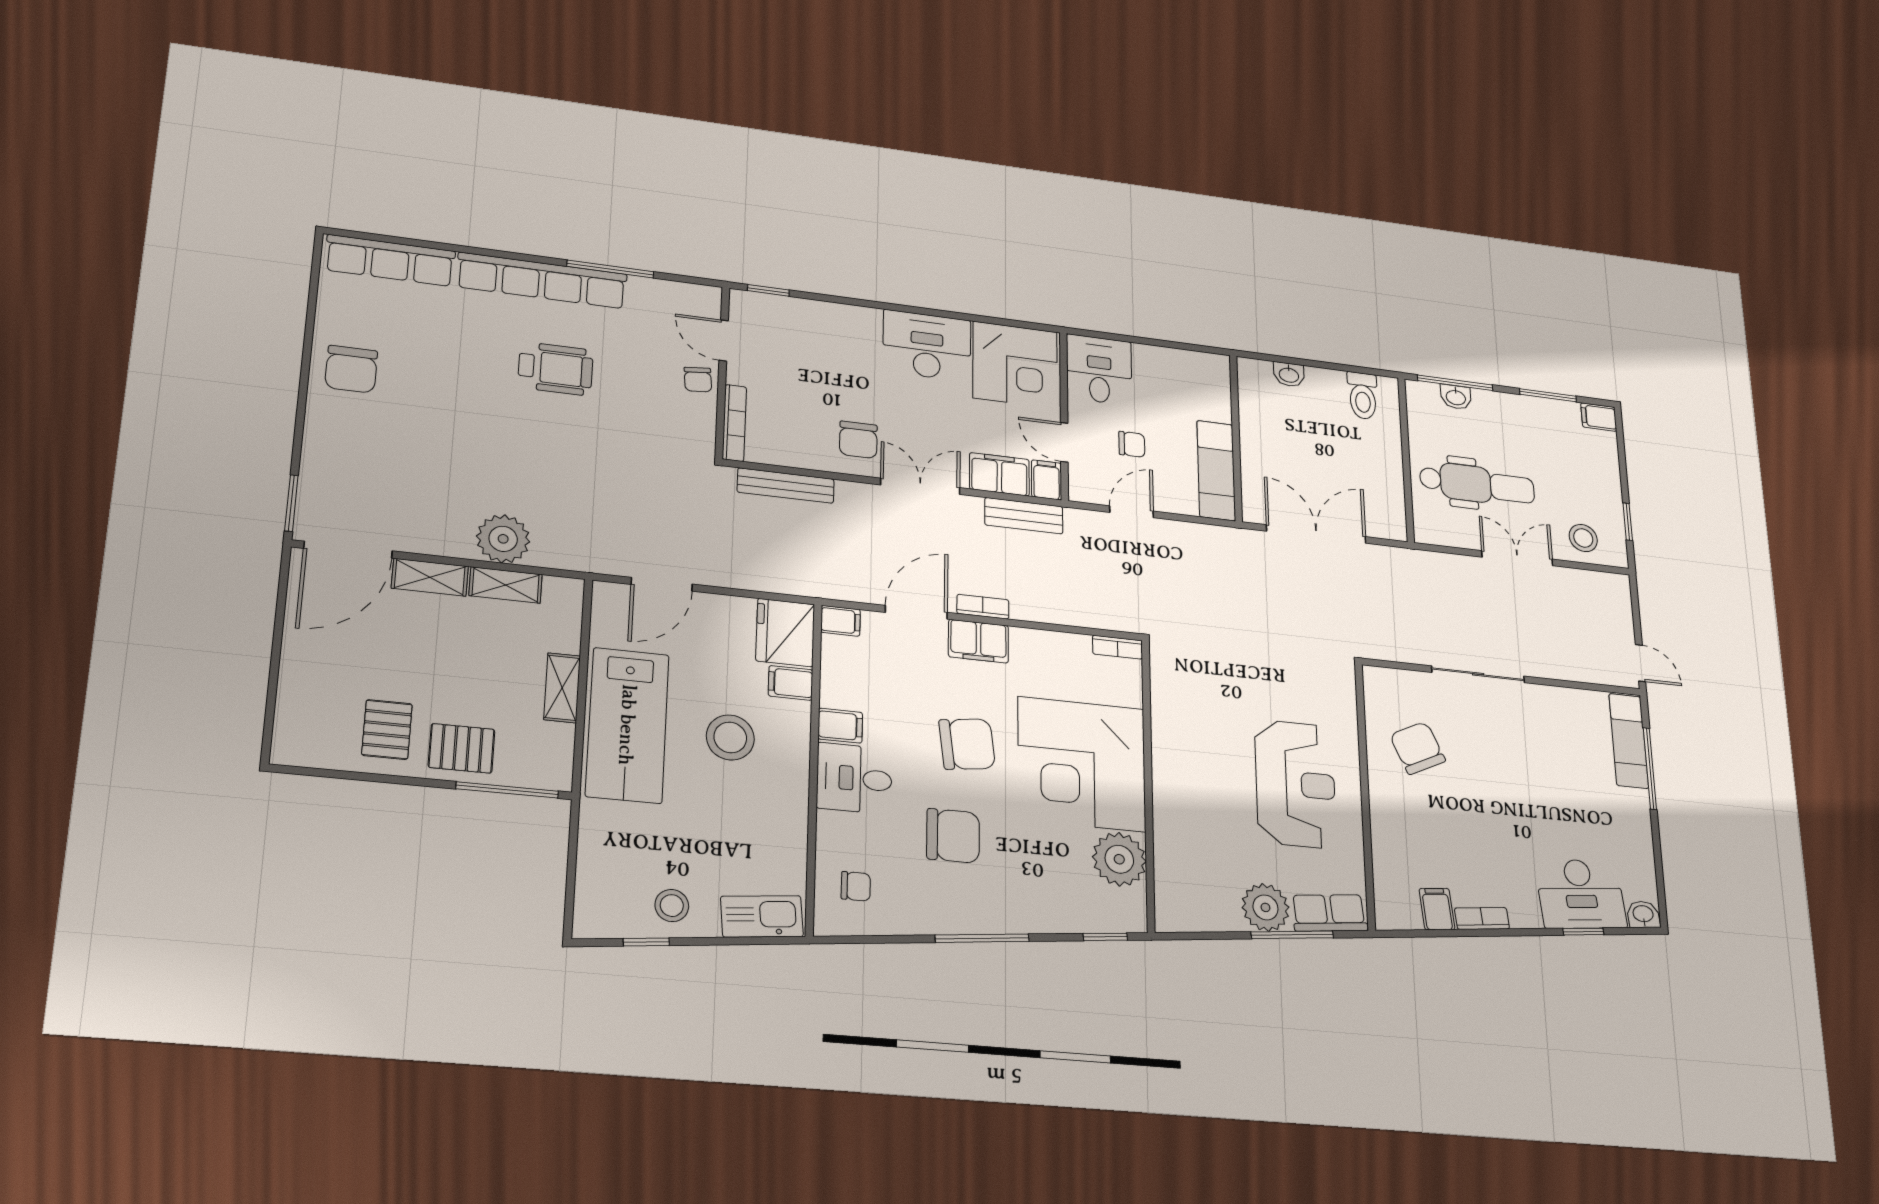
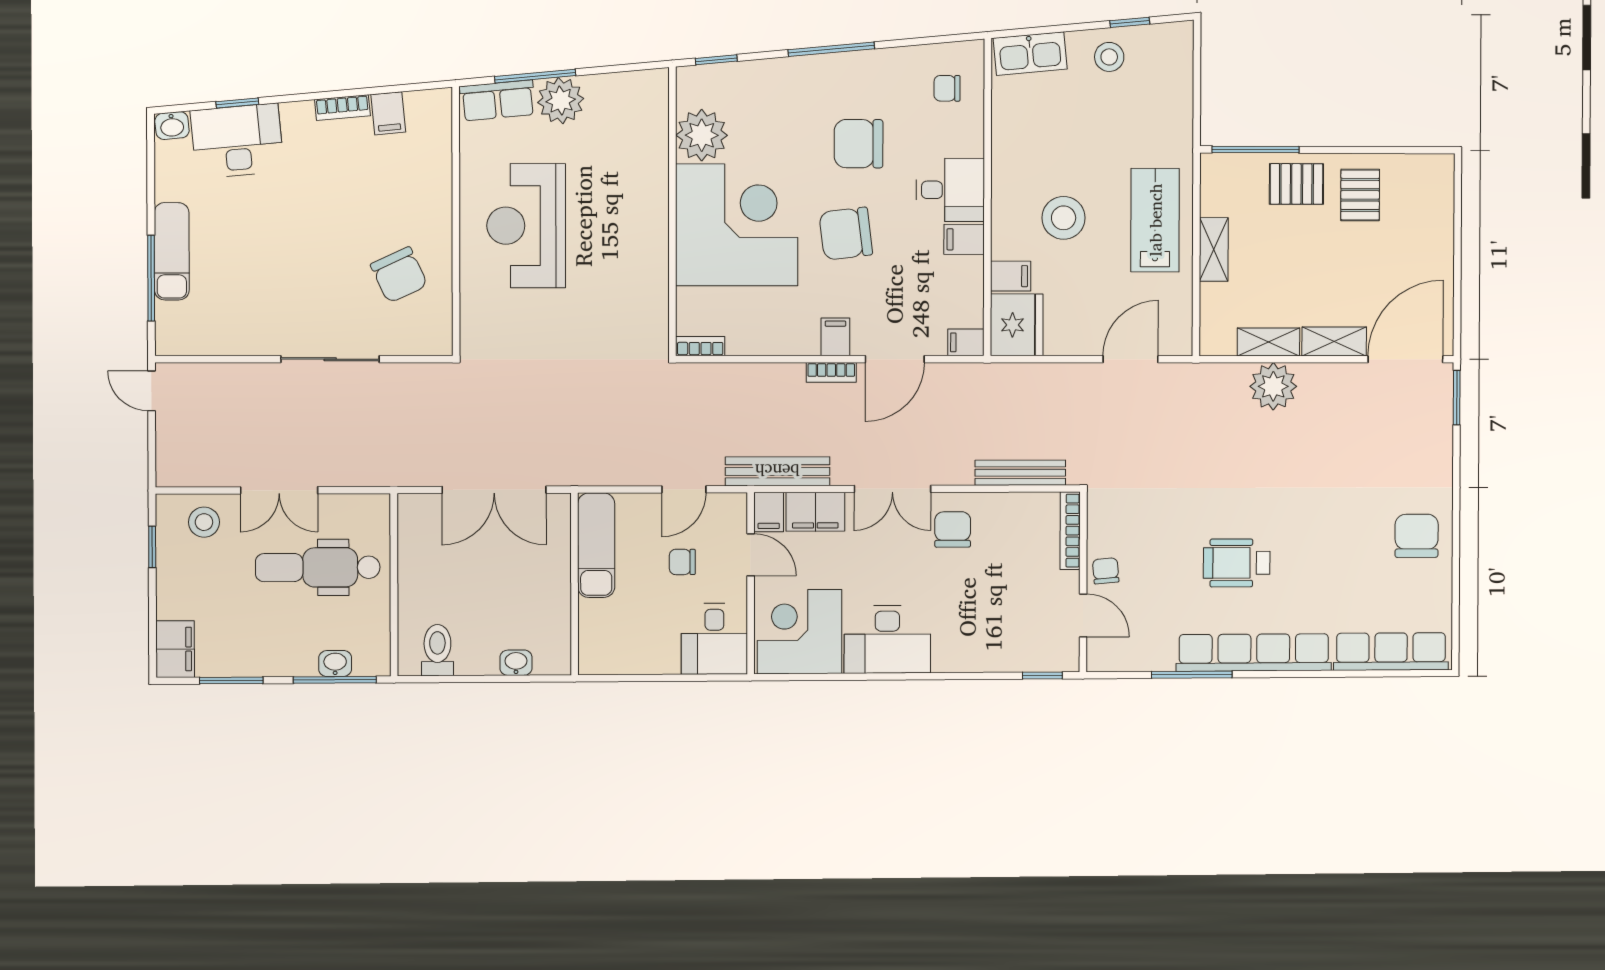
filing cabinet: (1599, 417) -> (175, 649), width x2.00
bench: (1024, 516) -> (777, 471), width x1.36
filing cabinet: (978, 641) -> (835, 337), width x0.50
lab bench: (627, 725) -> (1155, 220), width x0.73, depth x0.72
exam couch: (1629, 741) -> (172, 251), moved

